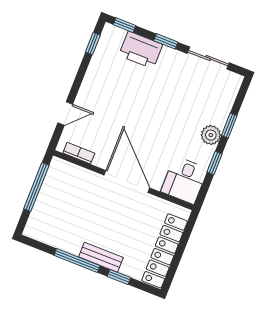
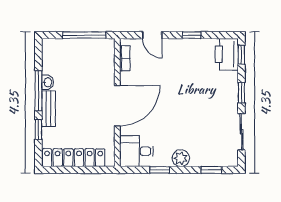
window: (93, 44) -> (192, 35), moved
printer: (141, 50) -> (227, 54), moved
window: (229, 126) -> (211, 170), moved
washbasin: (72, 247) -> (48, 82), added

